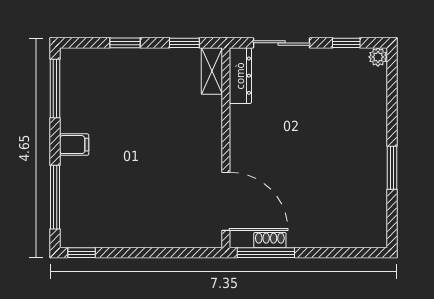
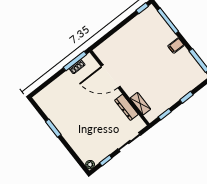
shelving: (212, 71) -> (140, 104), moved
dresser: (240, 76) -> (126, 107), moved
door: (226, 201) -> (111, 76), moved

